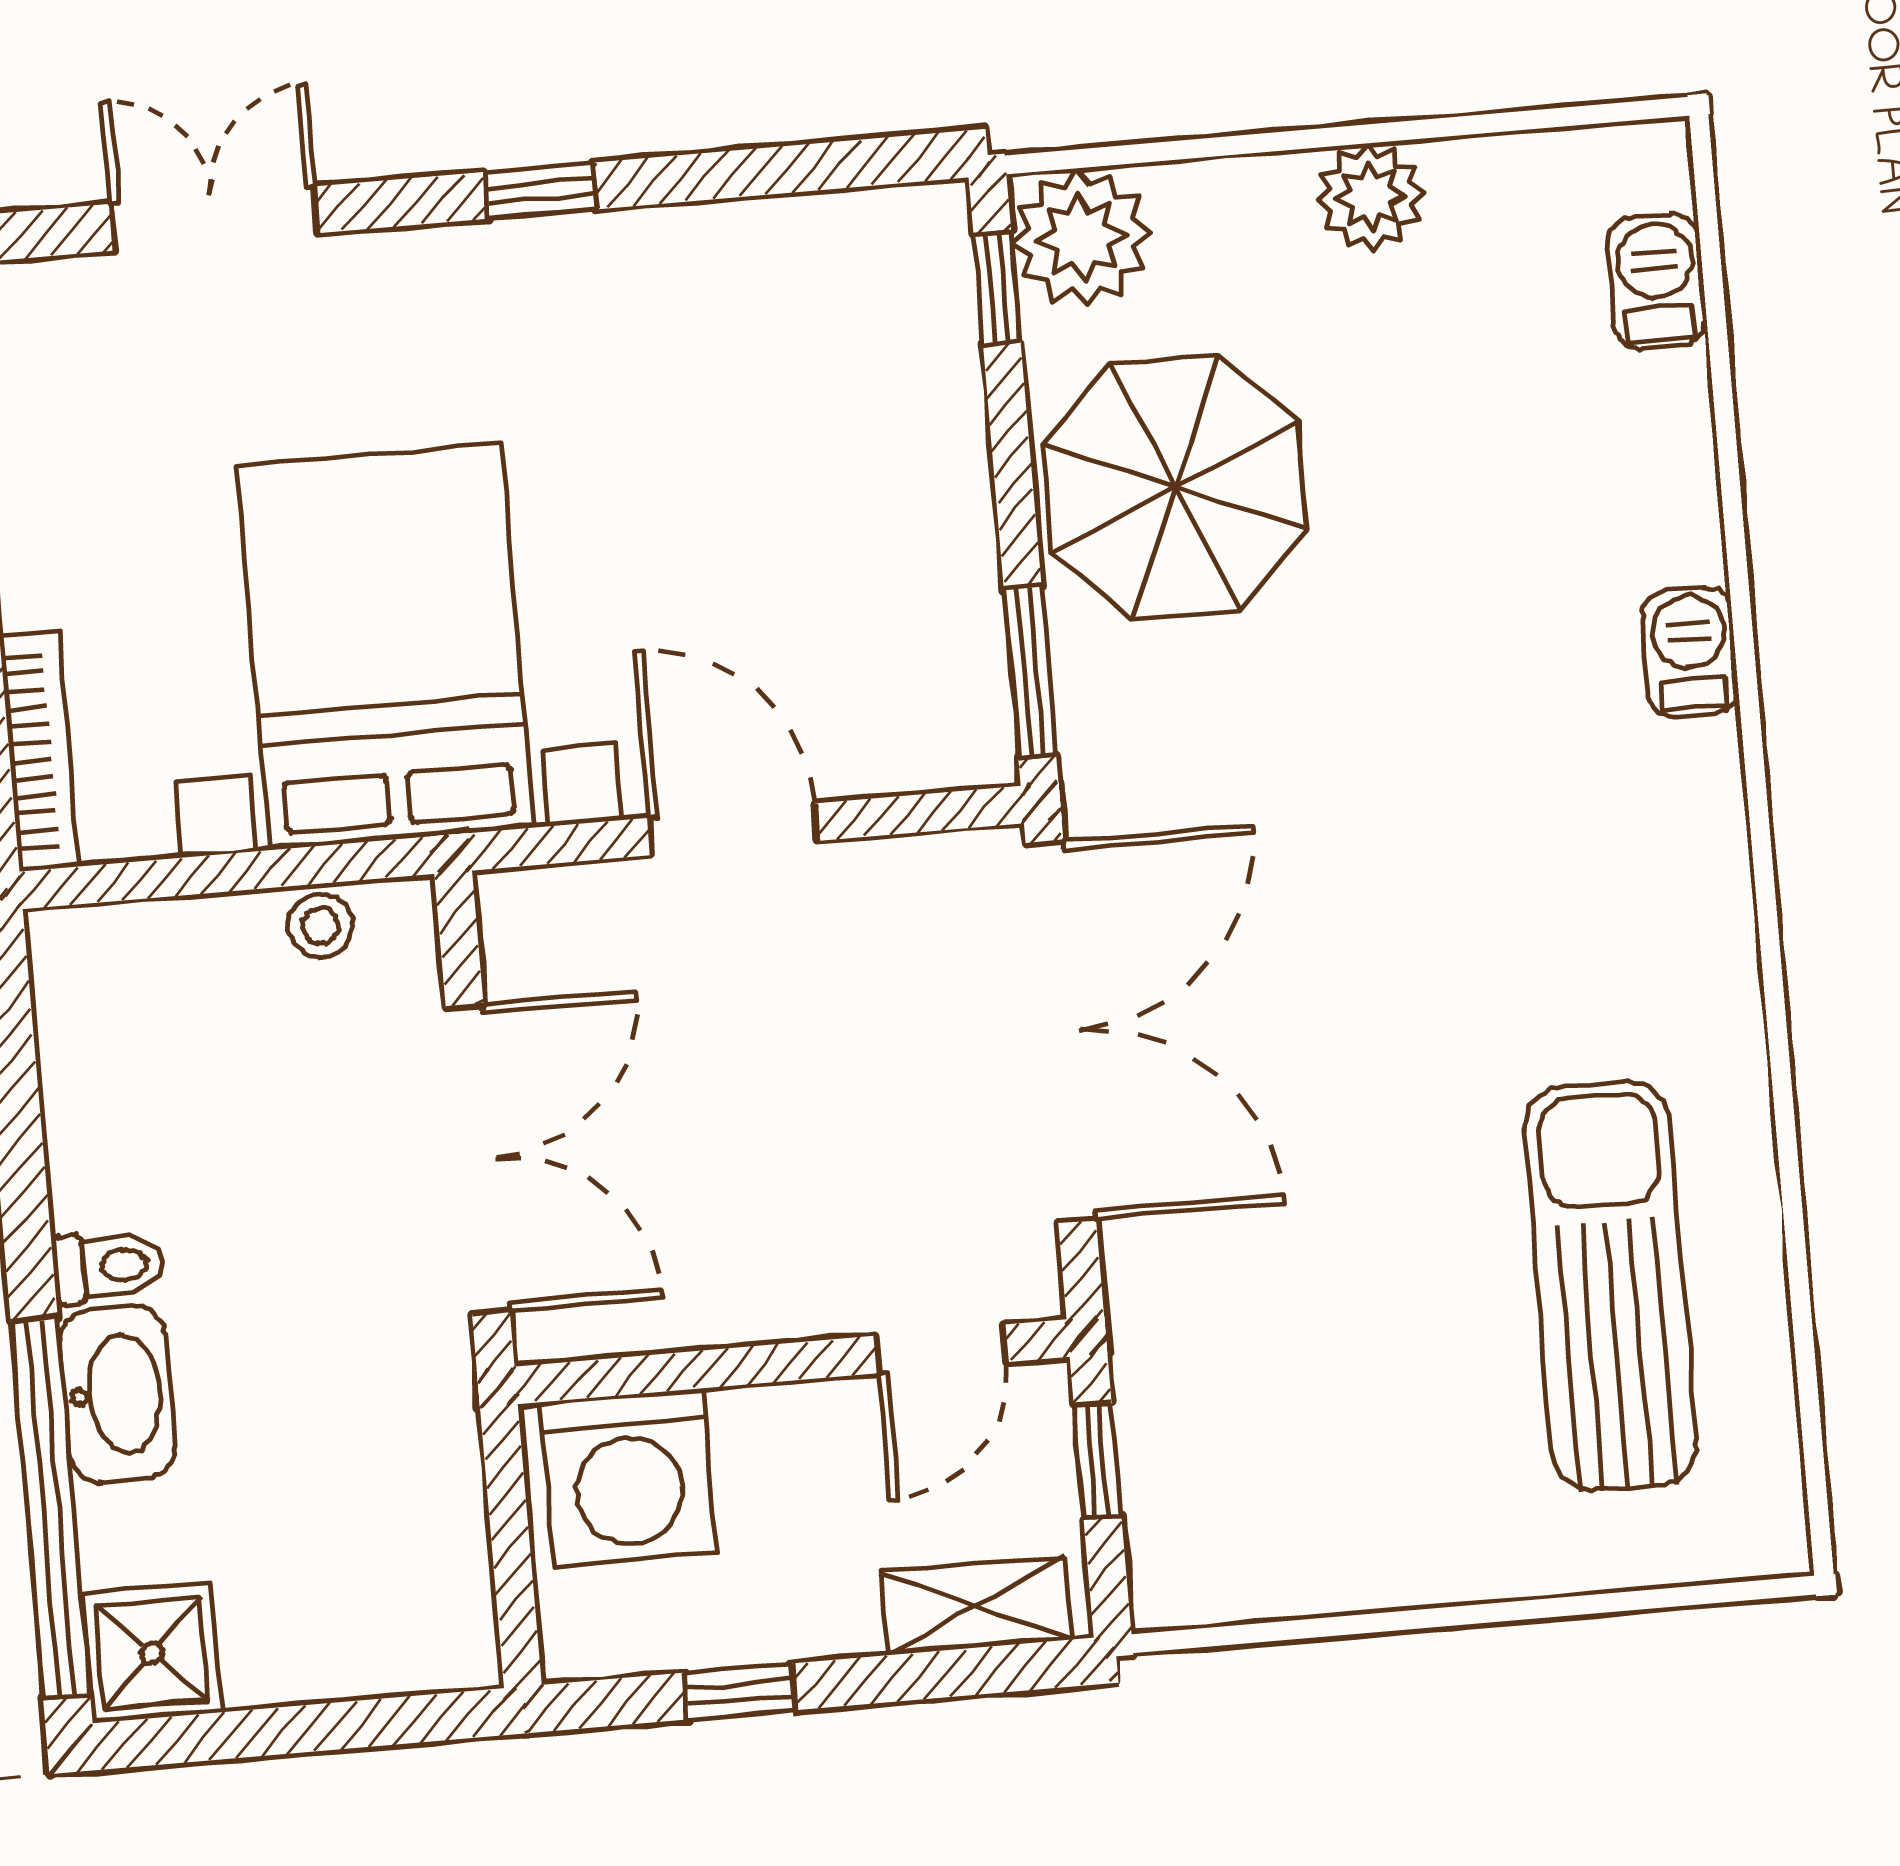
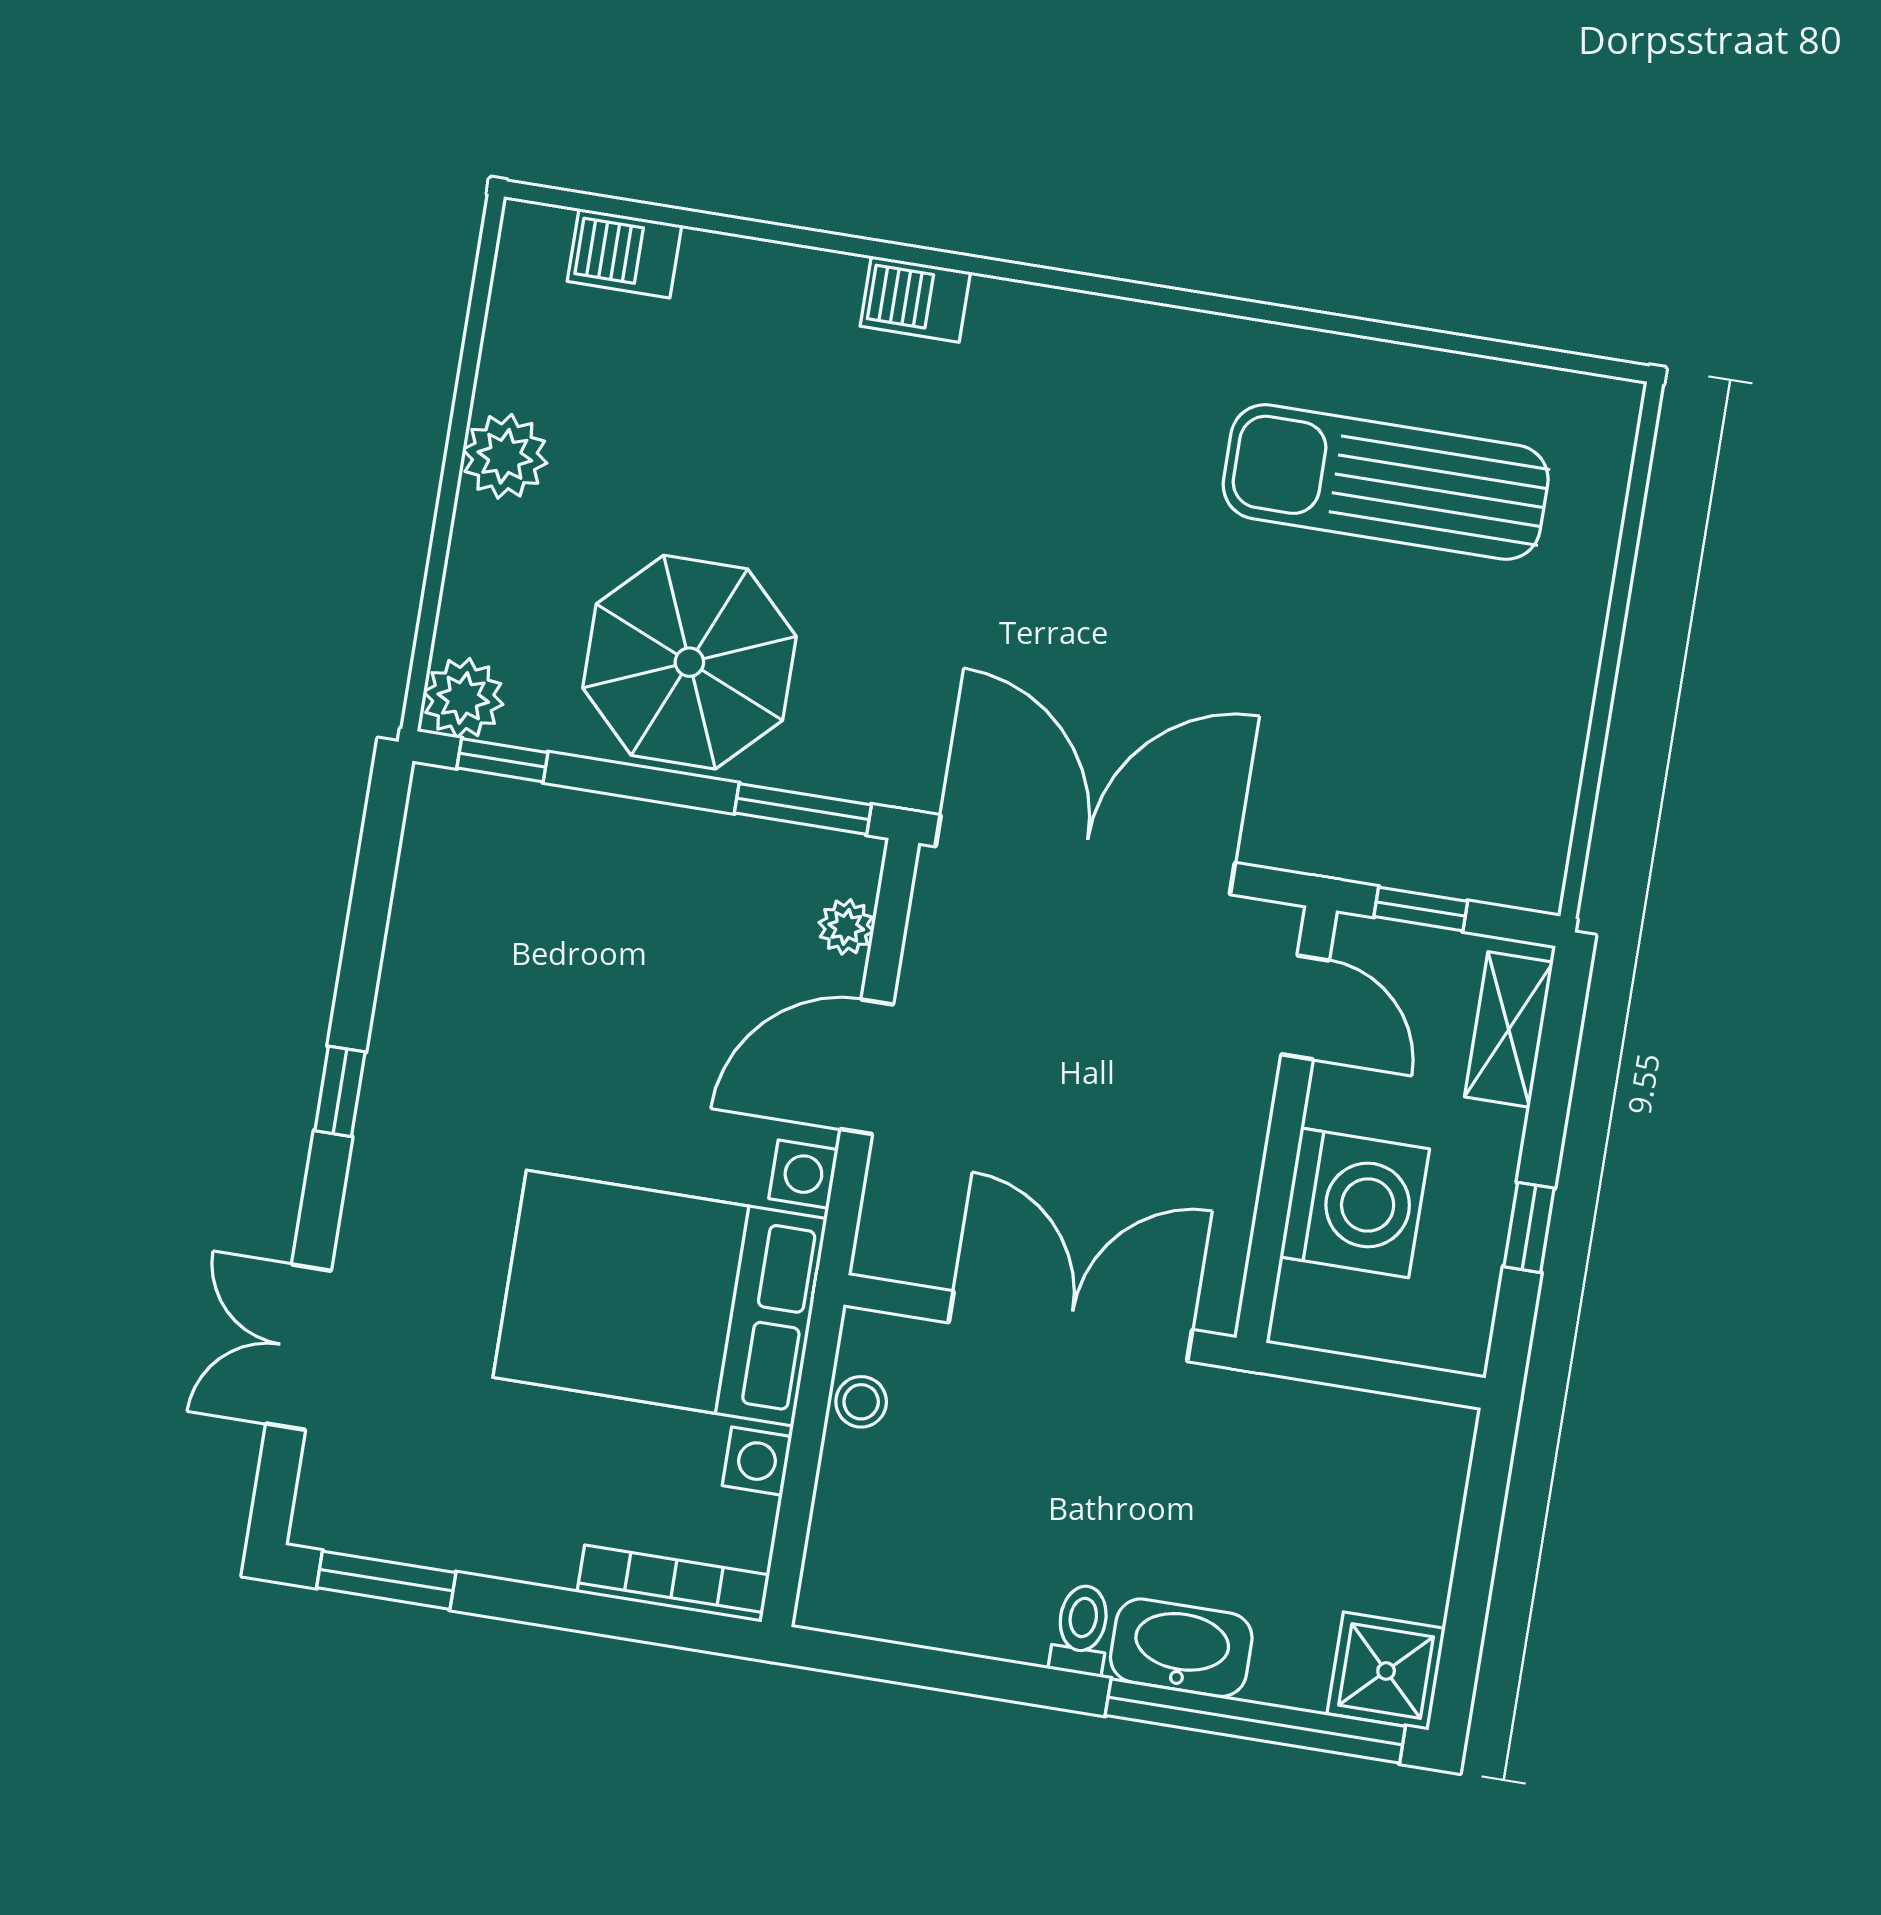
plant: (1081, 238) -> (463, 698), width x0.73, depth x0.73
plant: (899, 761) -> (846, 927), added
washing machine: (629, 1477) -> (1355, 1203), moved

